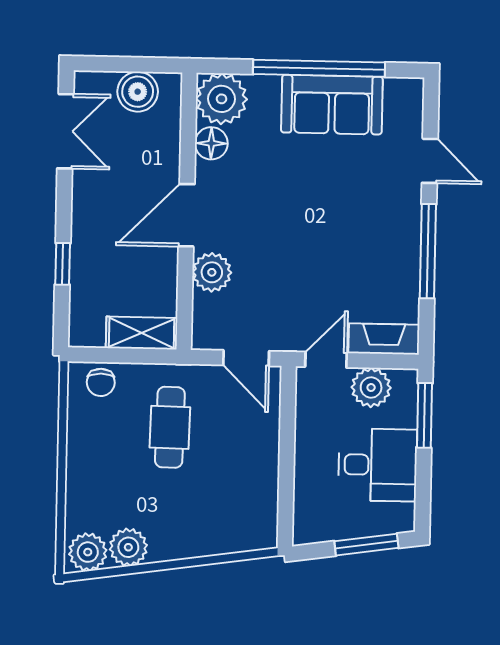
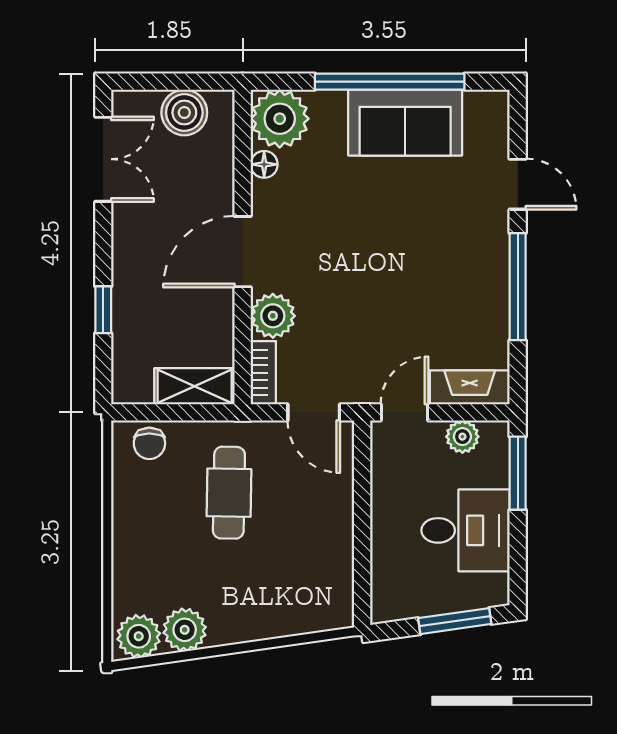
floor lamp: (211, 143) -> (264, 164), width x0.73, depth x0.73
bookcase: (202, 322) -> (263, 373), added
plant: (371, 388) -> (462, 437), width x0.73, depth x0.73

